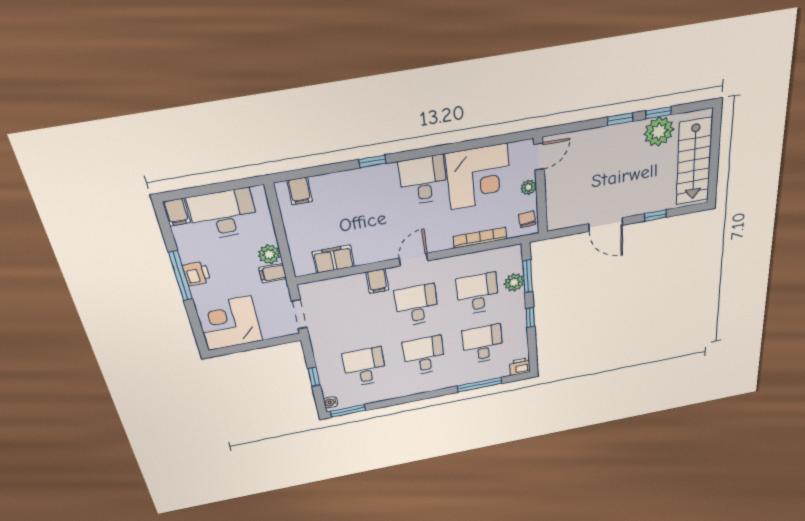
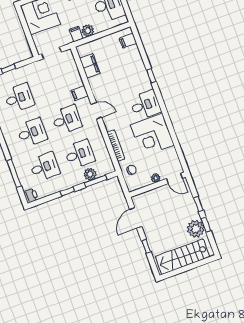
door: (539, 157) -> (174, 178), moved
wall: (541, 186) -> (157, 185), moved
plant: (529, 187) -> (156, 178), moved

